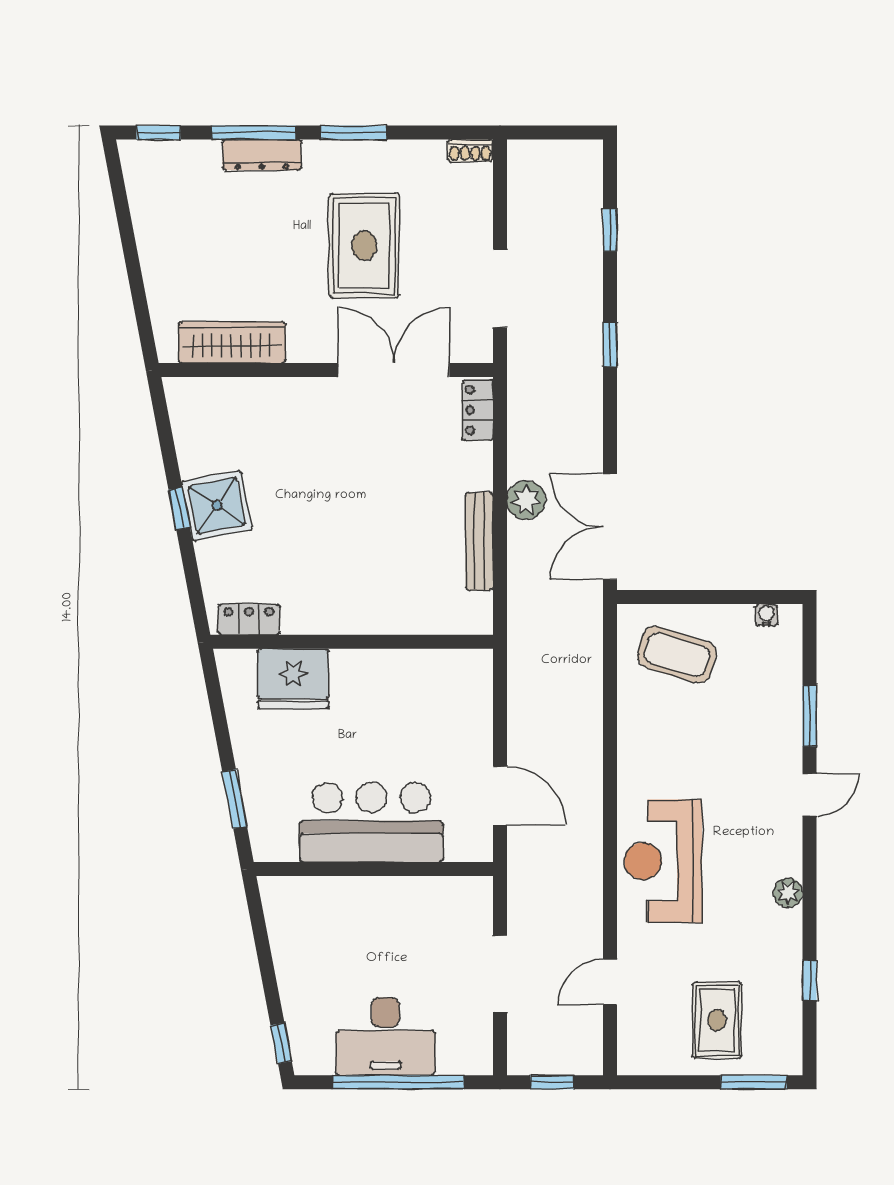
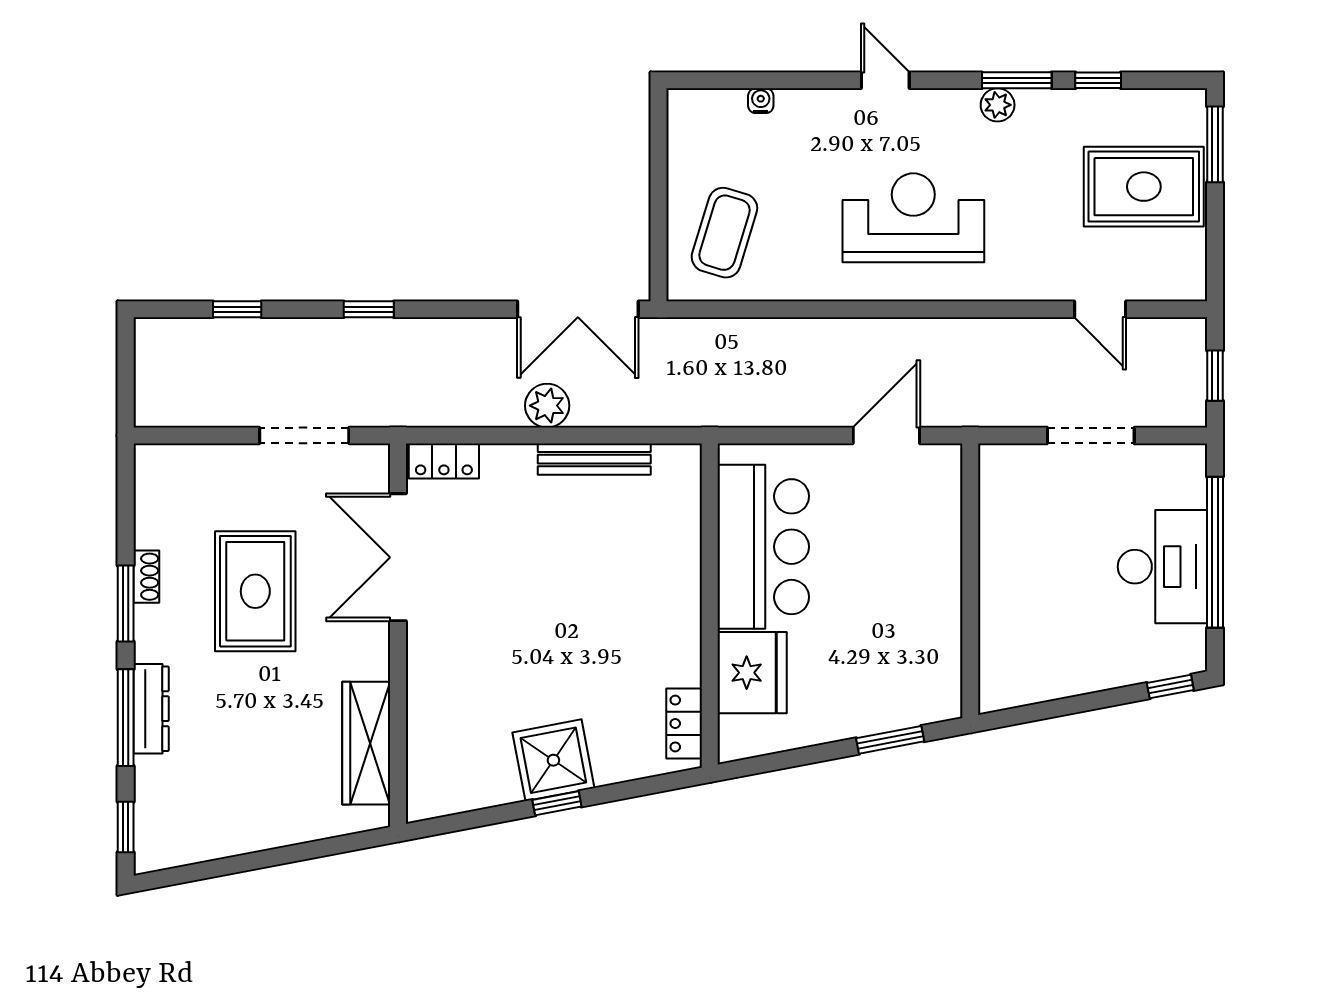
shoe rack: (470, 151) -> (146, 577), moved
rug: (364, 246) -> (255, 591), turned 90
water cooler: (766, 615) -> (761, 101), moved, turned 90
window: (810, 716) -> (1017, 80), moved
bar counter: (371, 822) -> (763, 547), moved, turned 180
reception desk: (663, 861) -> (913, 218), moved, turned 180
rug: (717, 1020) -> (1144, 187), width x1.36, depth x1.43

